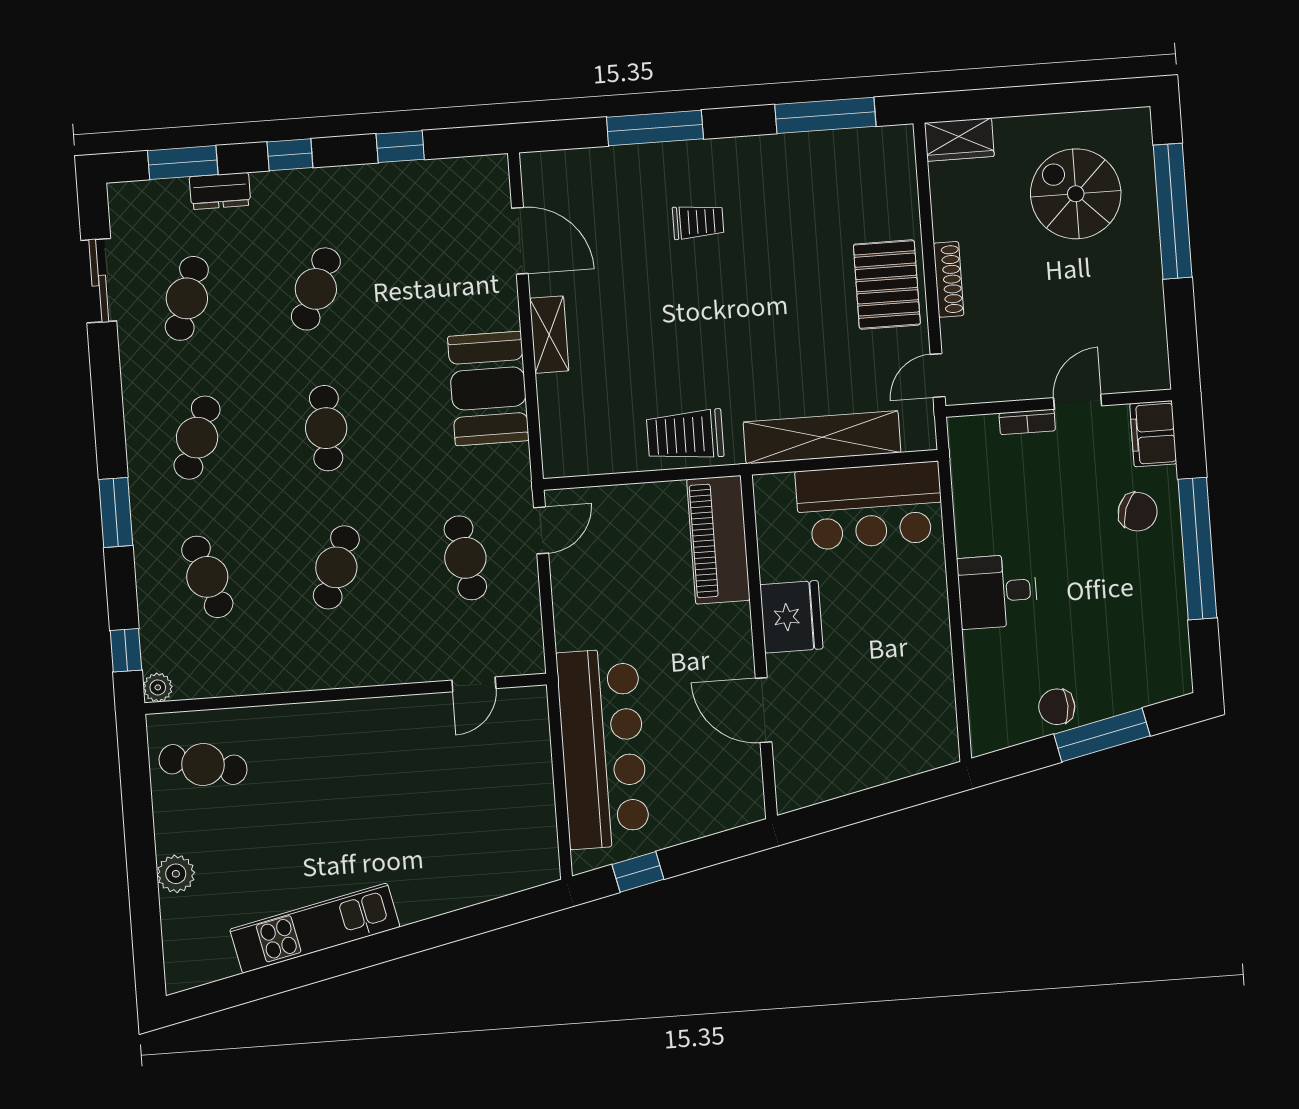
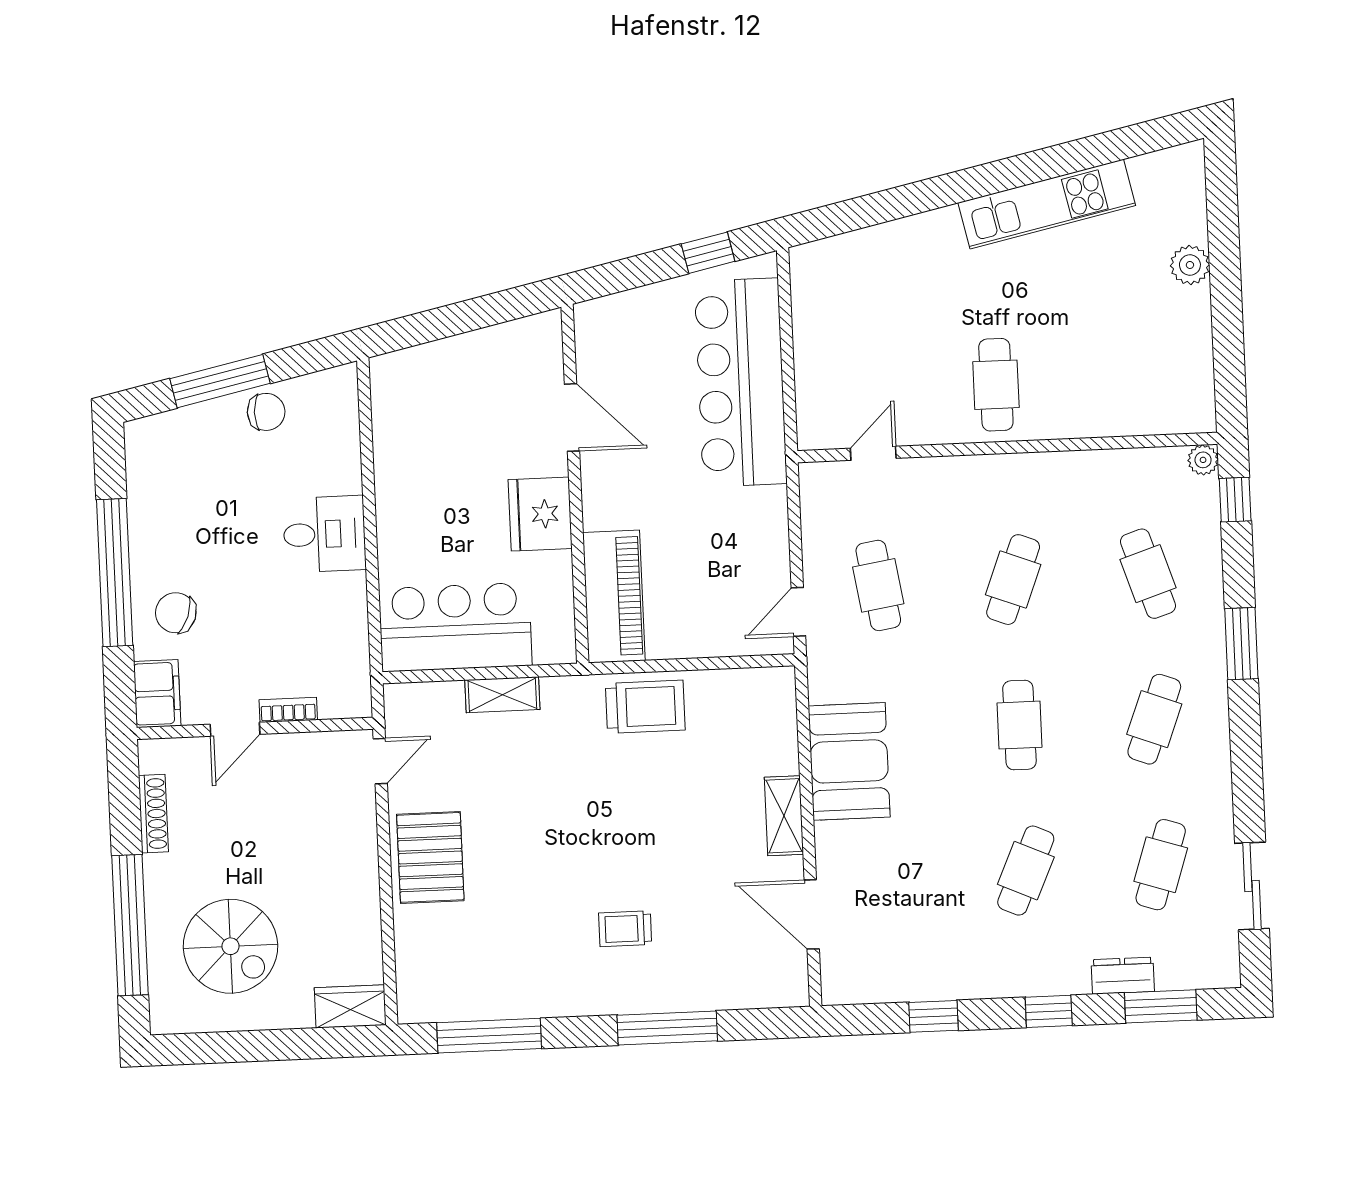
shoe rack: (949, 279) -> (153, 814), moved, turned 180
shelving: (822, 437) -> (502, 695), width x0.45, depth x0.75
cafe table: (203, 765) -> (996, 385), moved, turned 76

